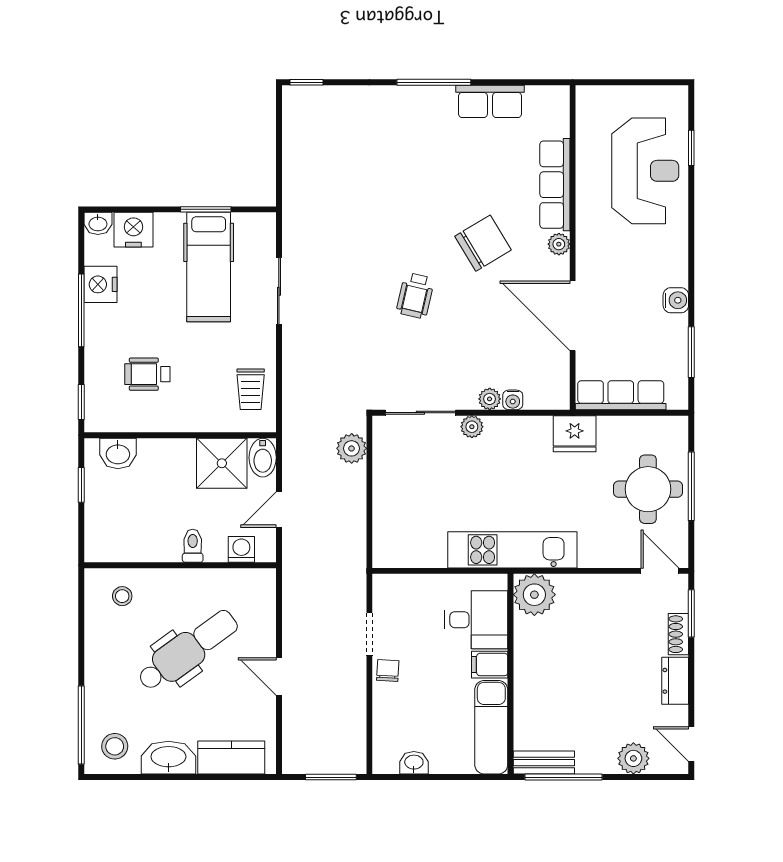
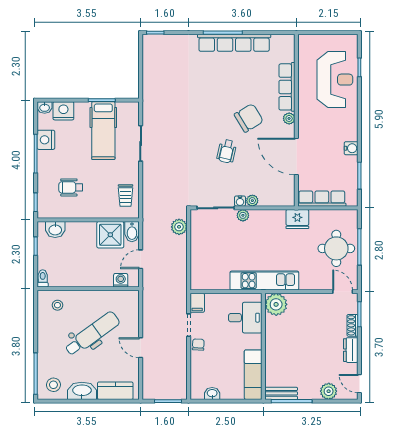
row of seats: (490, 101) -> (234, 43), width x2.02
wheelchair: (415, 296) -> (227, 151), moved
water cooler: (513, 400) -> (240, 201), moved
toilet: (193, 546) -> (43, 278), moved
filing cabinet: (490, 665) -> (197, 303), moved, turned -90

